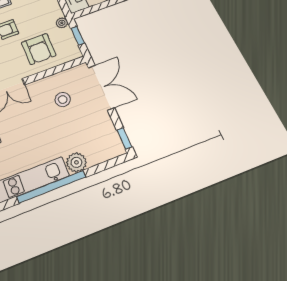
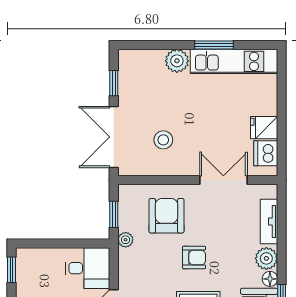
window: (124, 138) -> (114, 83), moved
window: (51, 187) -> (214, 45), width x0.47

